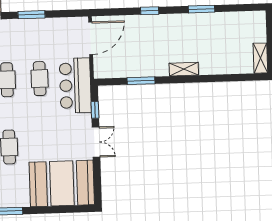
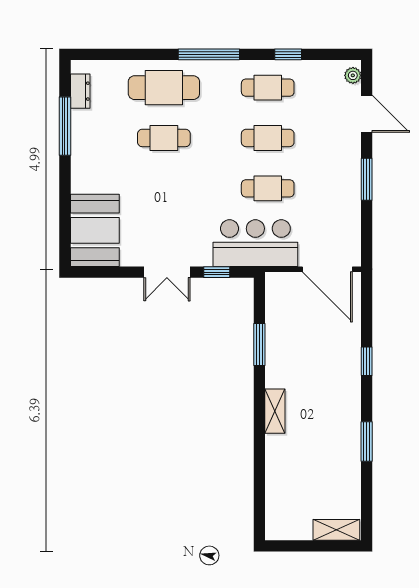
shelving: (260, 58) -> (336, 530), moved
booth: (62, 183) -> (95, 230), width x0.73, depth x0.70

